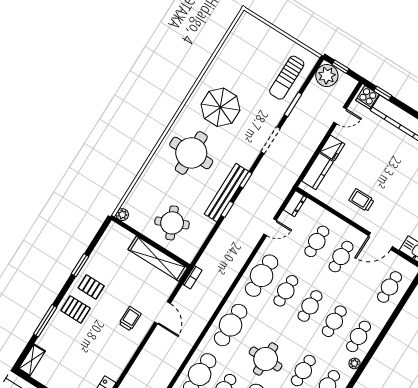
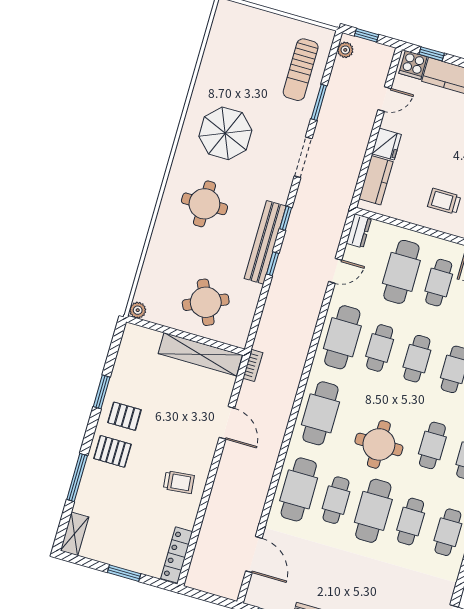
plant: (327, 76) -> (345, 50), width x0.53, depth x0.53
round table: (191, 153) -> (204, 204), width x0.73, depth x0.73
cafe table: (317, 241) -> (401, 272), width x1.37, depth x1.35
trolley: (130, 319) -> (179, 482), moved, turned 84

